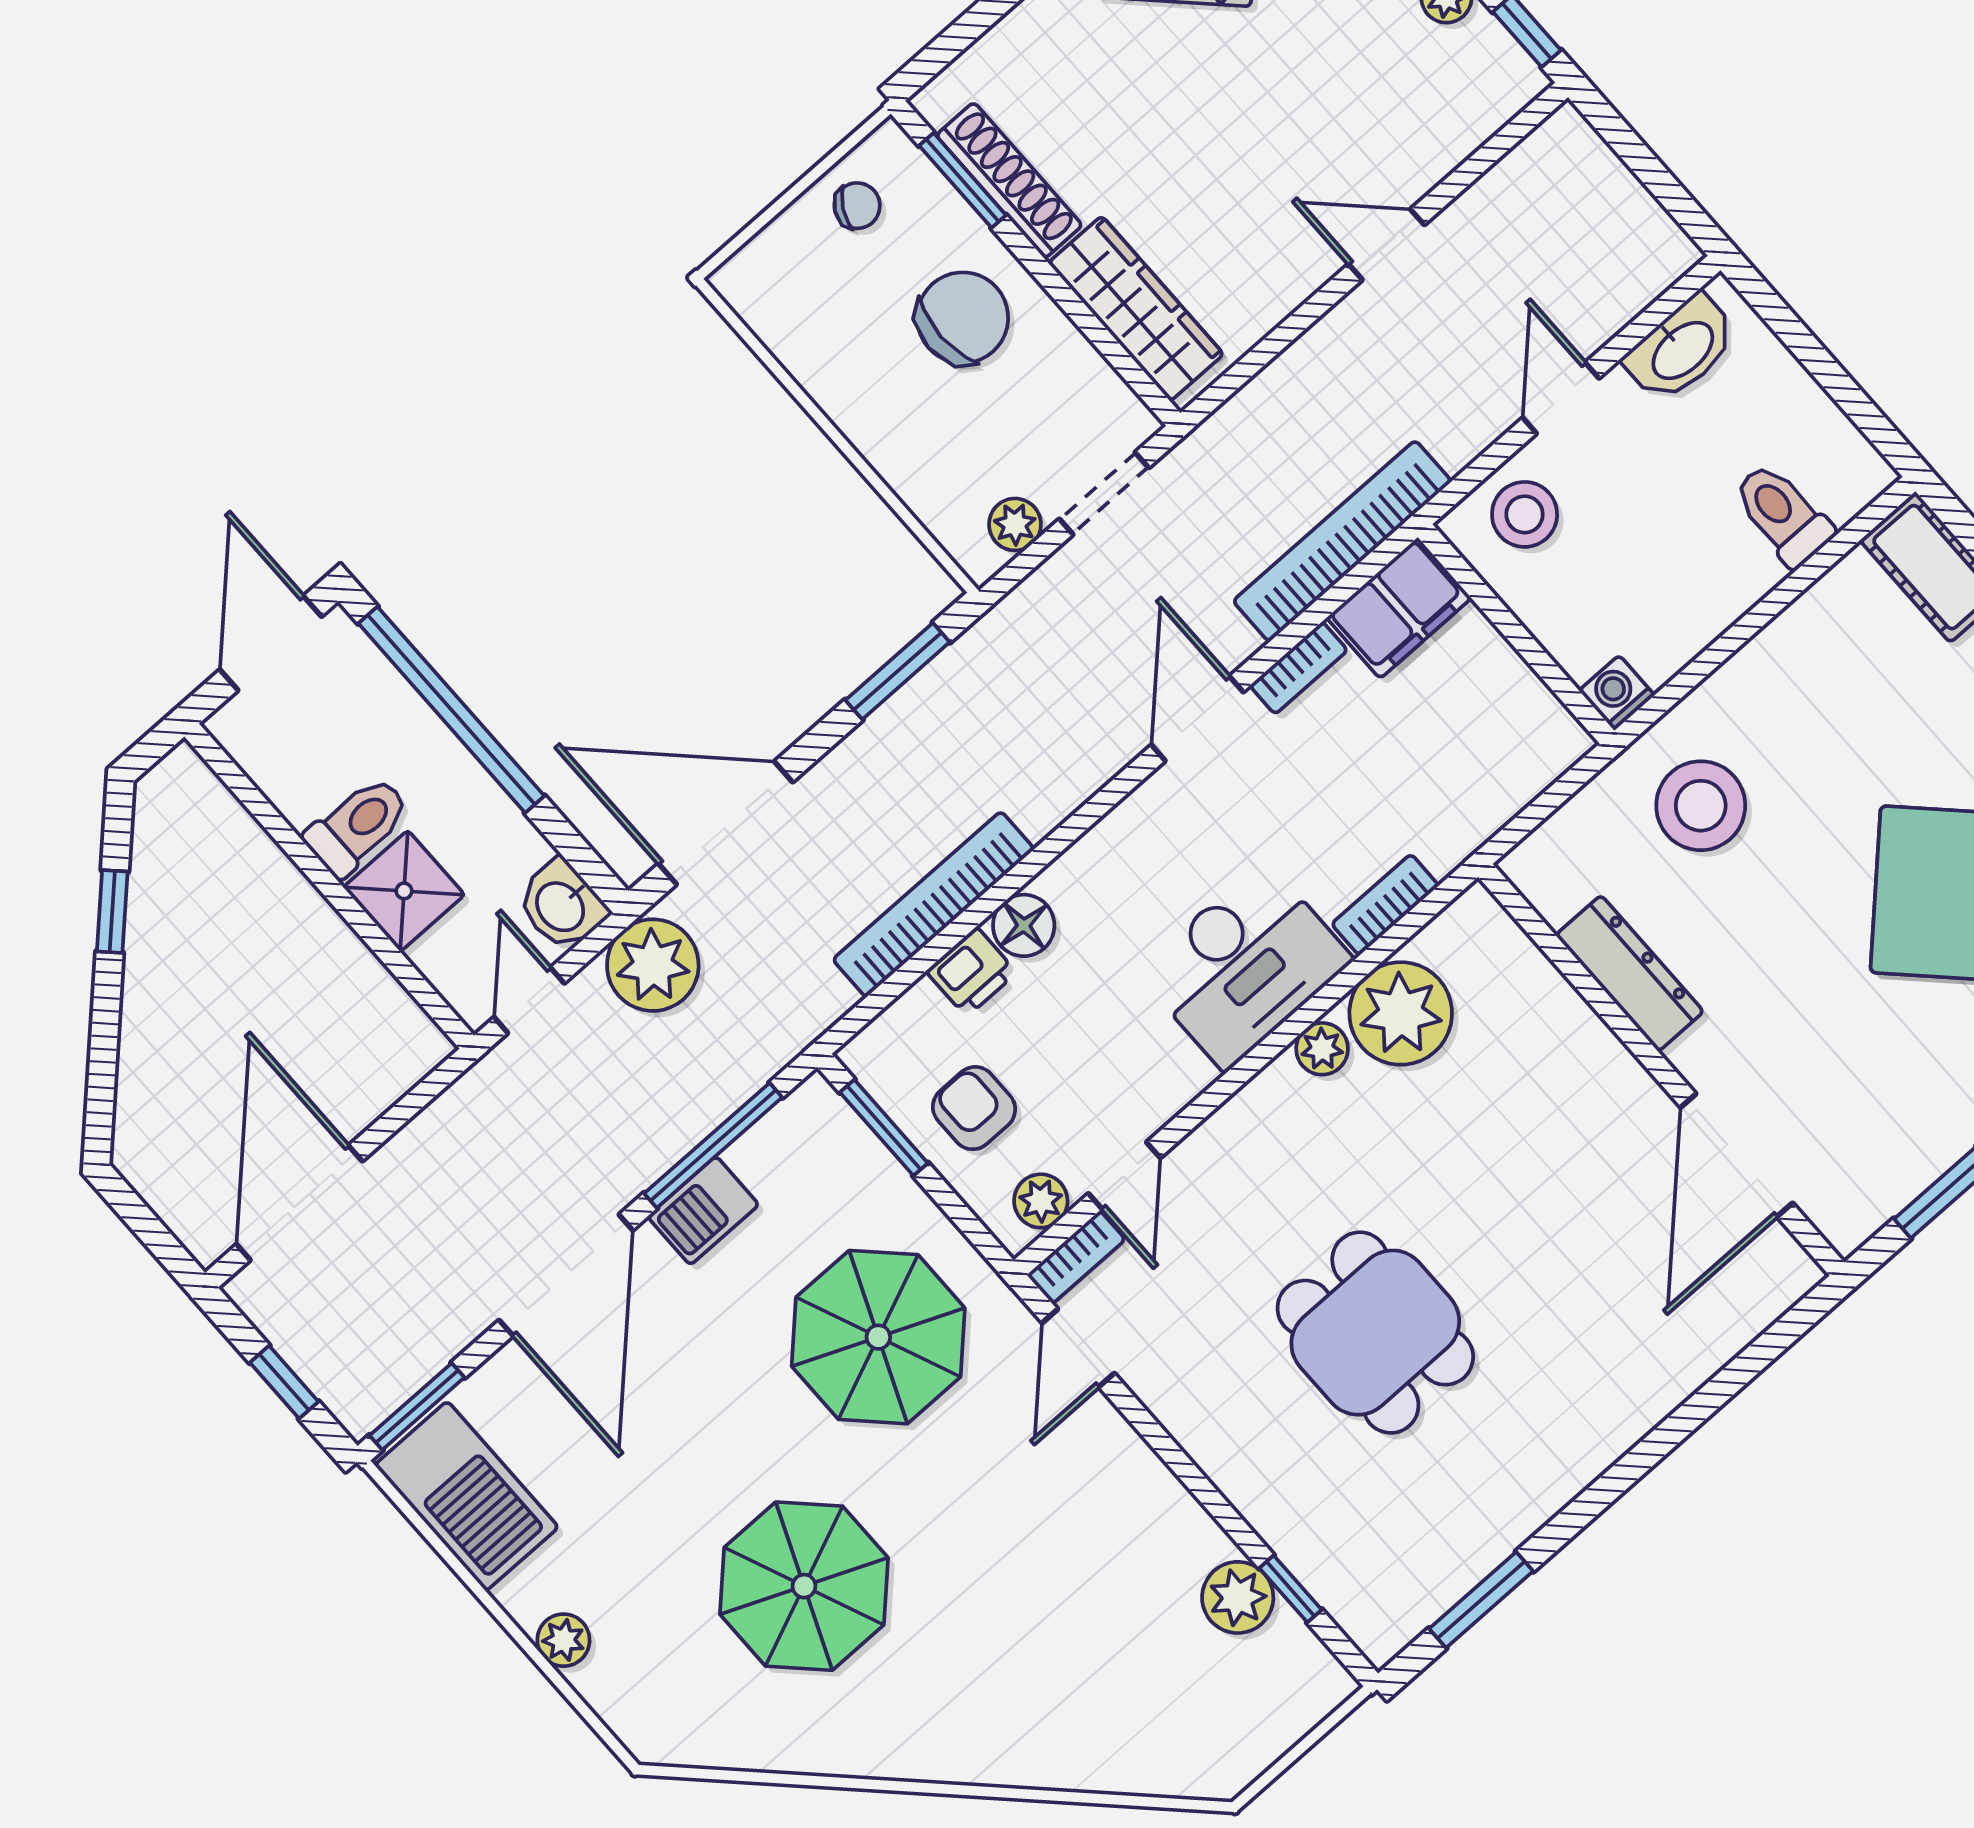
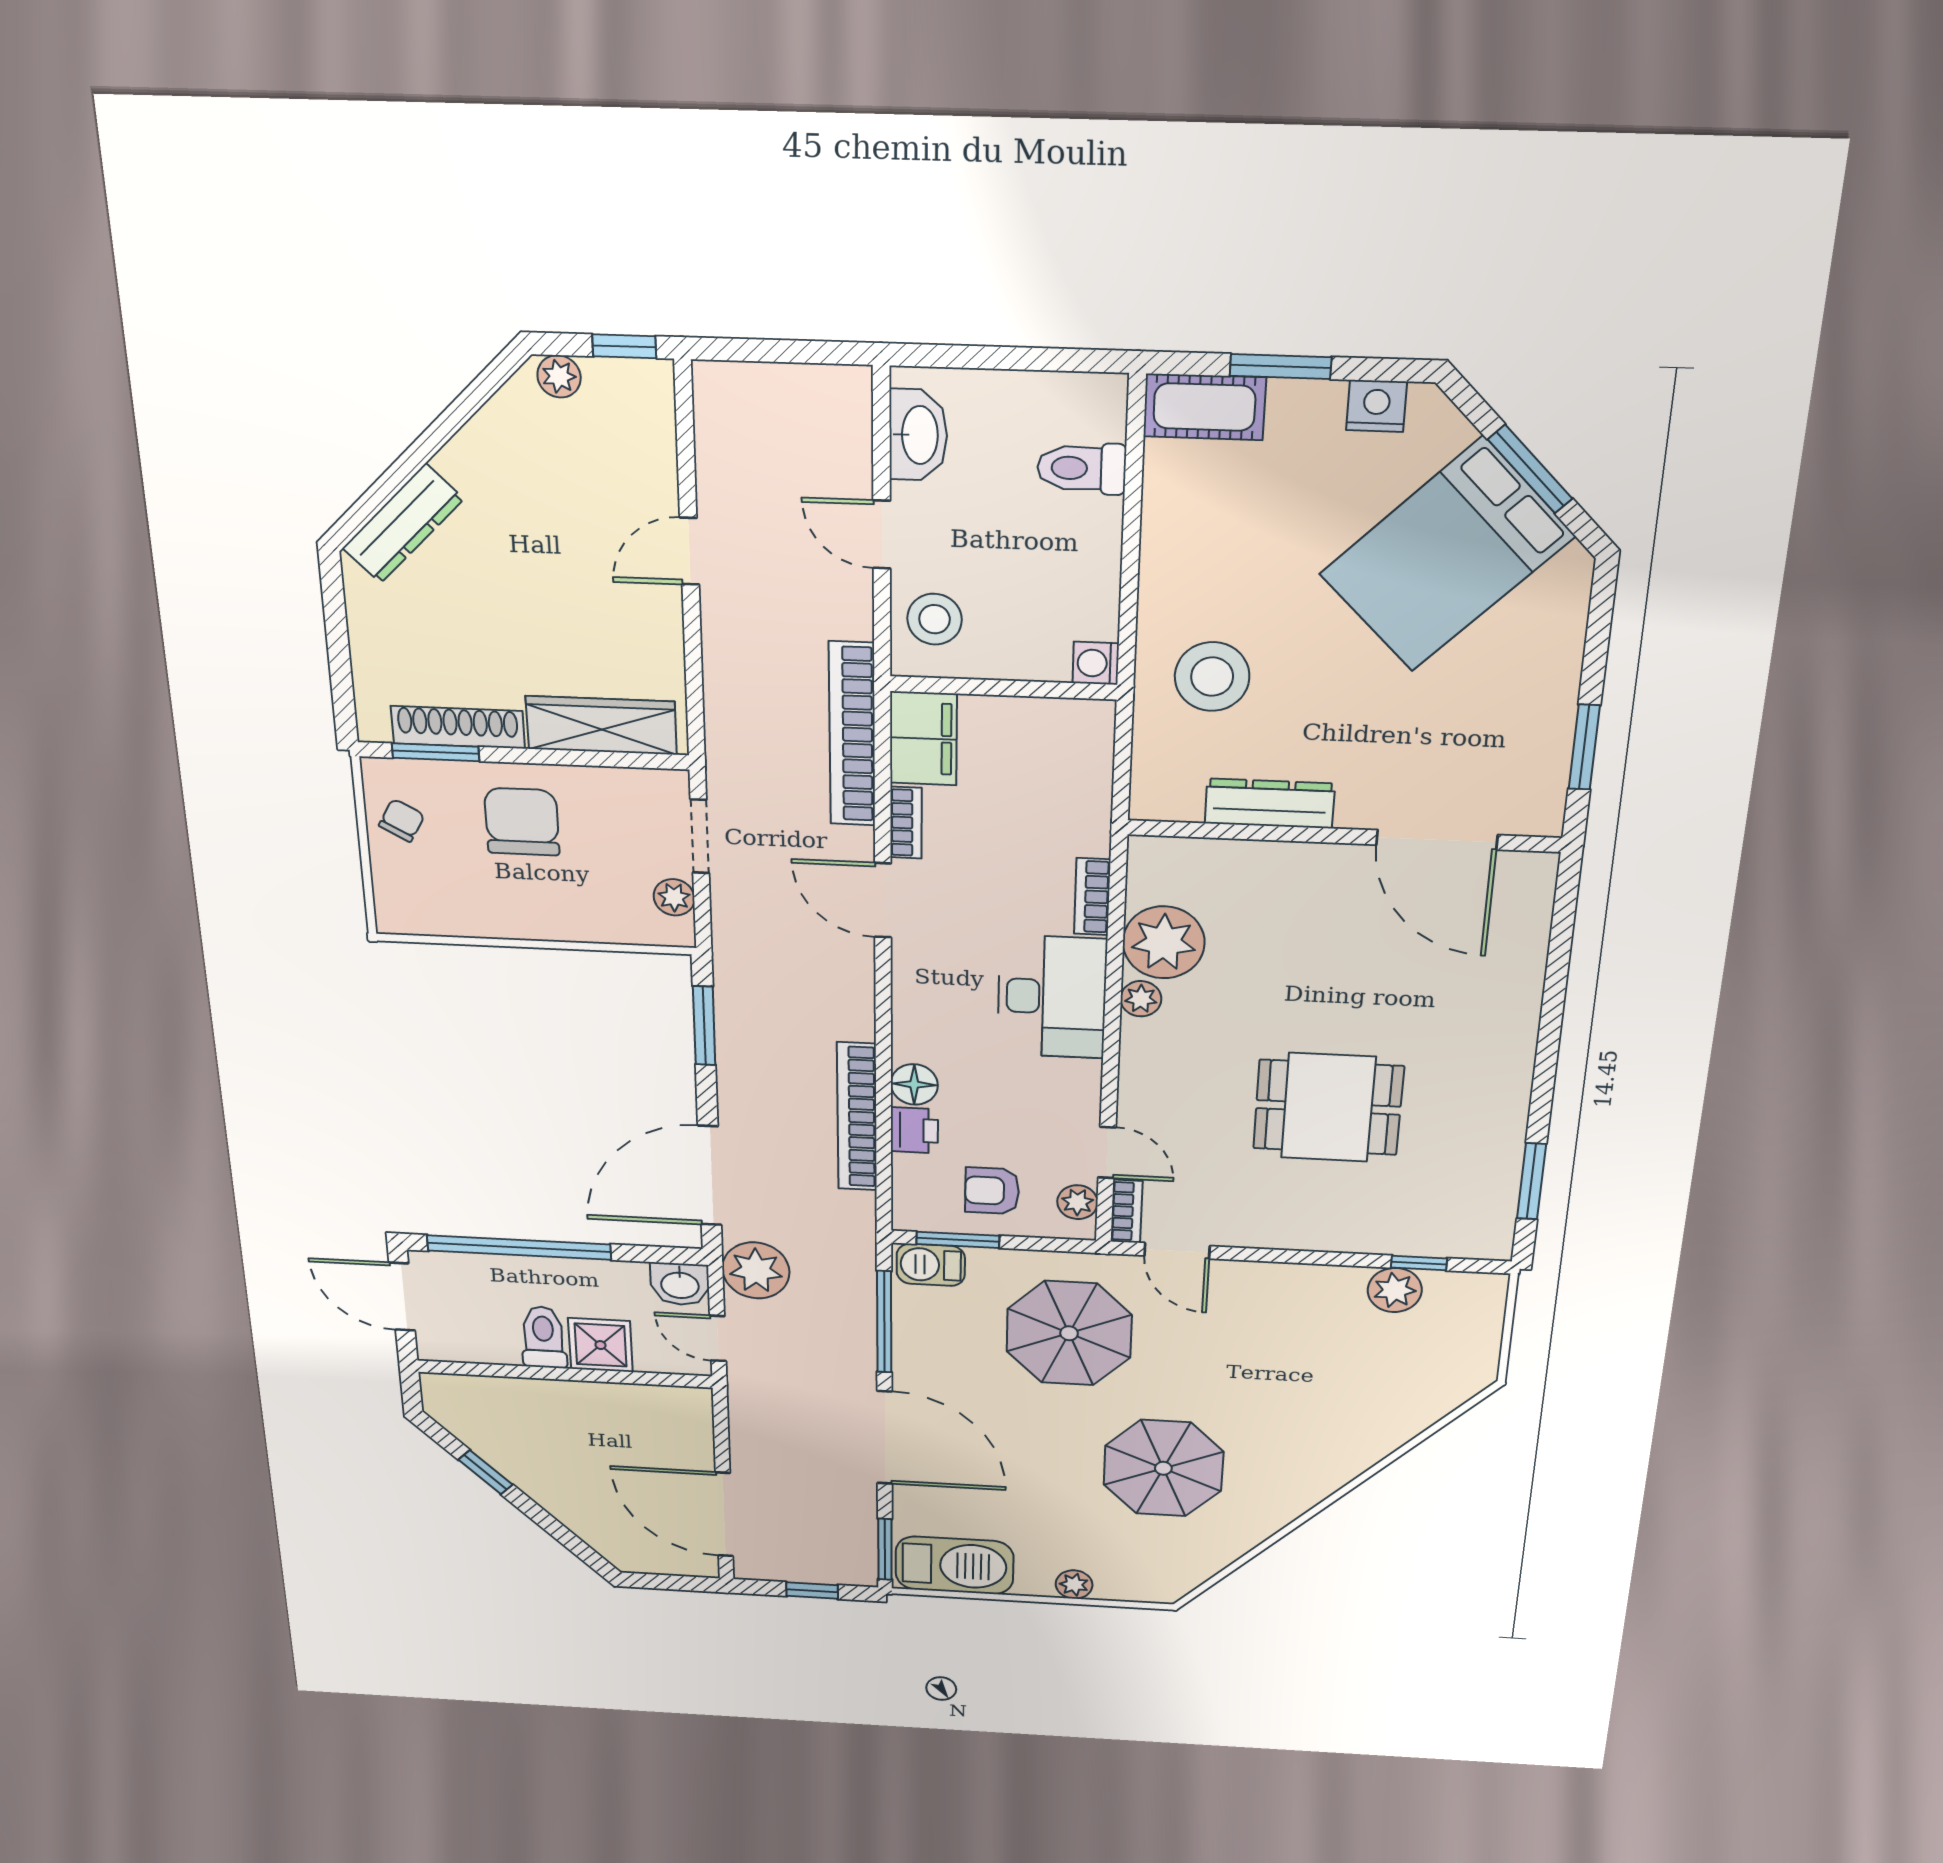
barbecue: (703, 1211) -> (931, 1265), moved, turned 90

